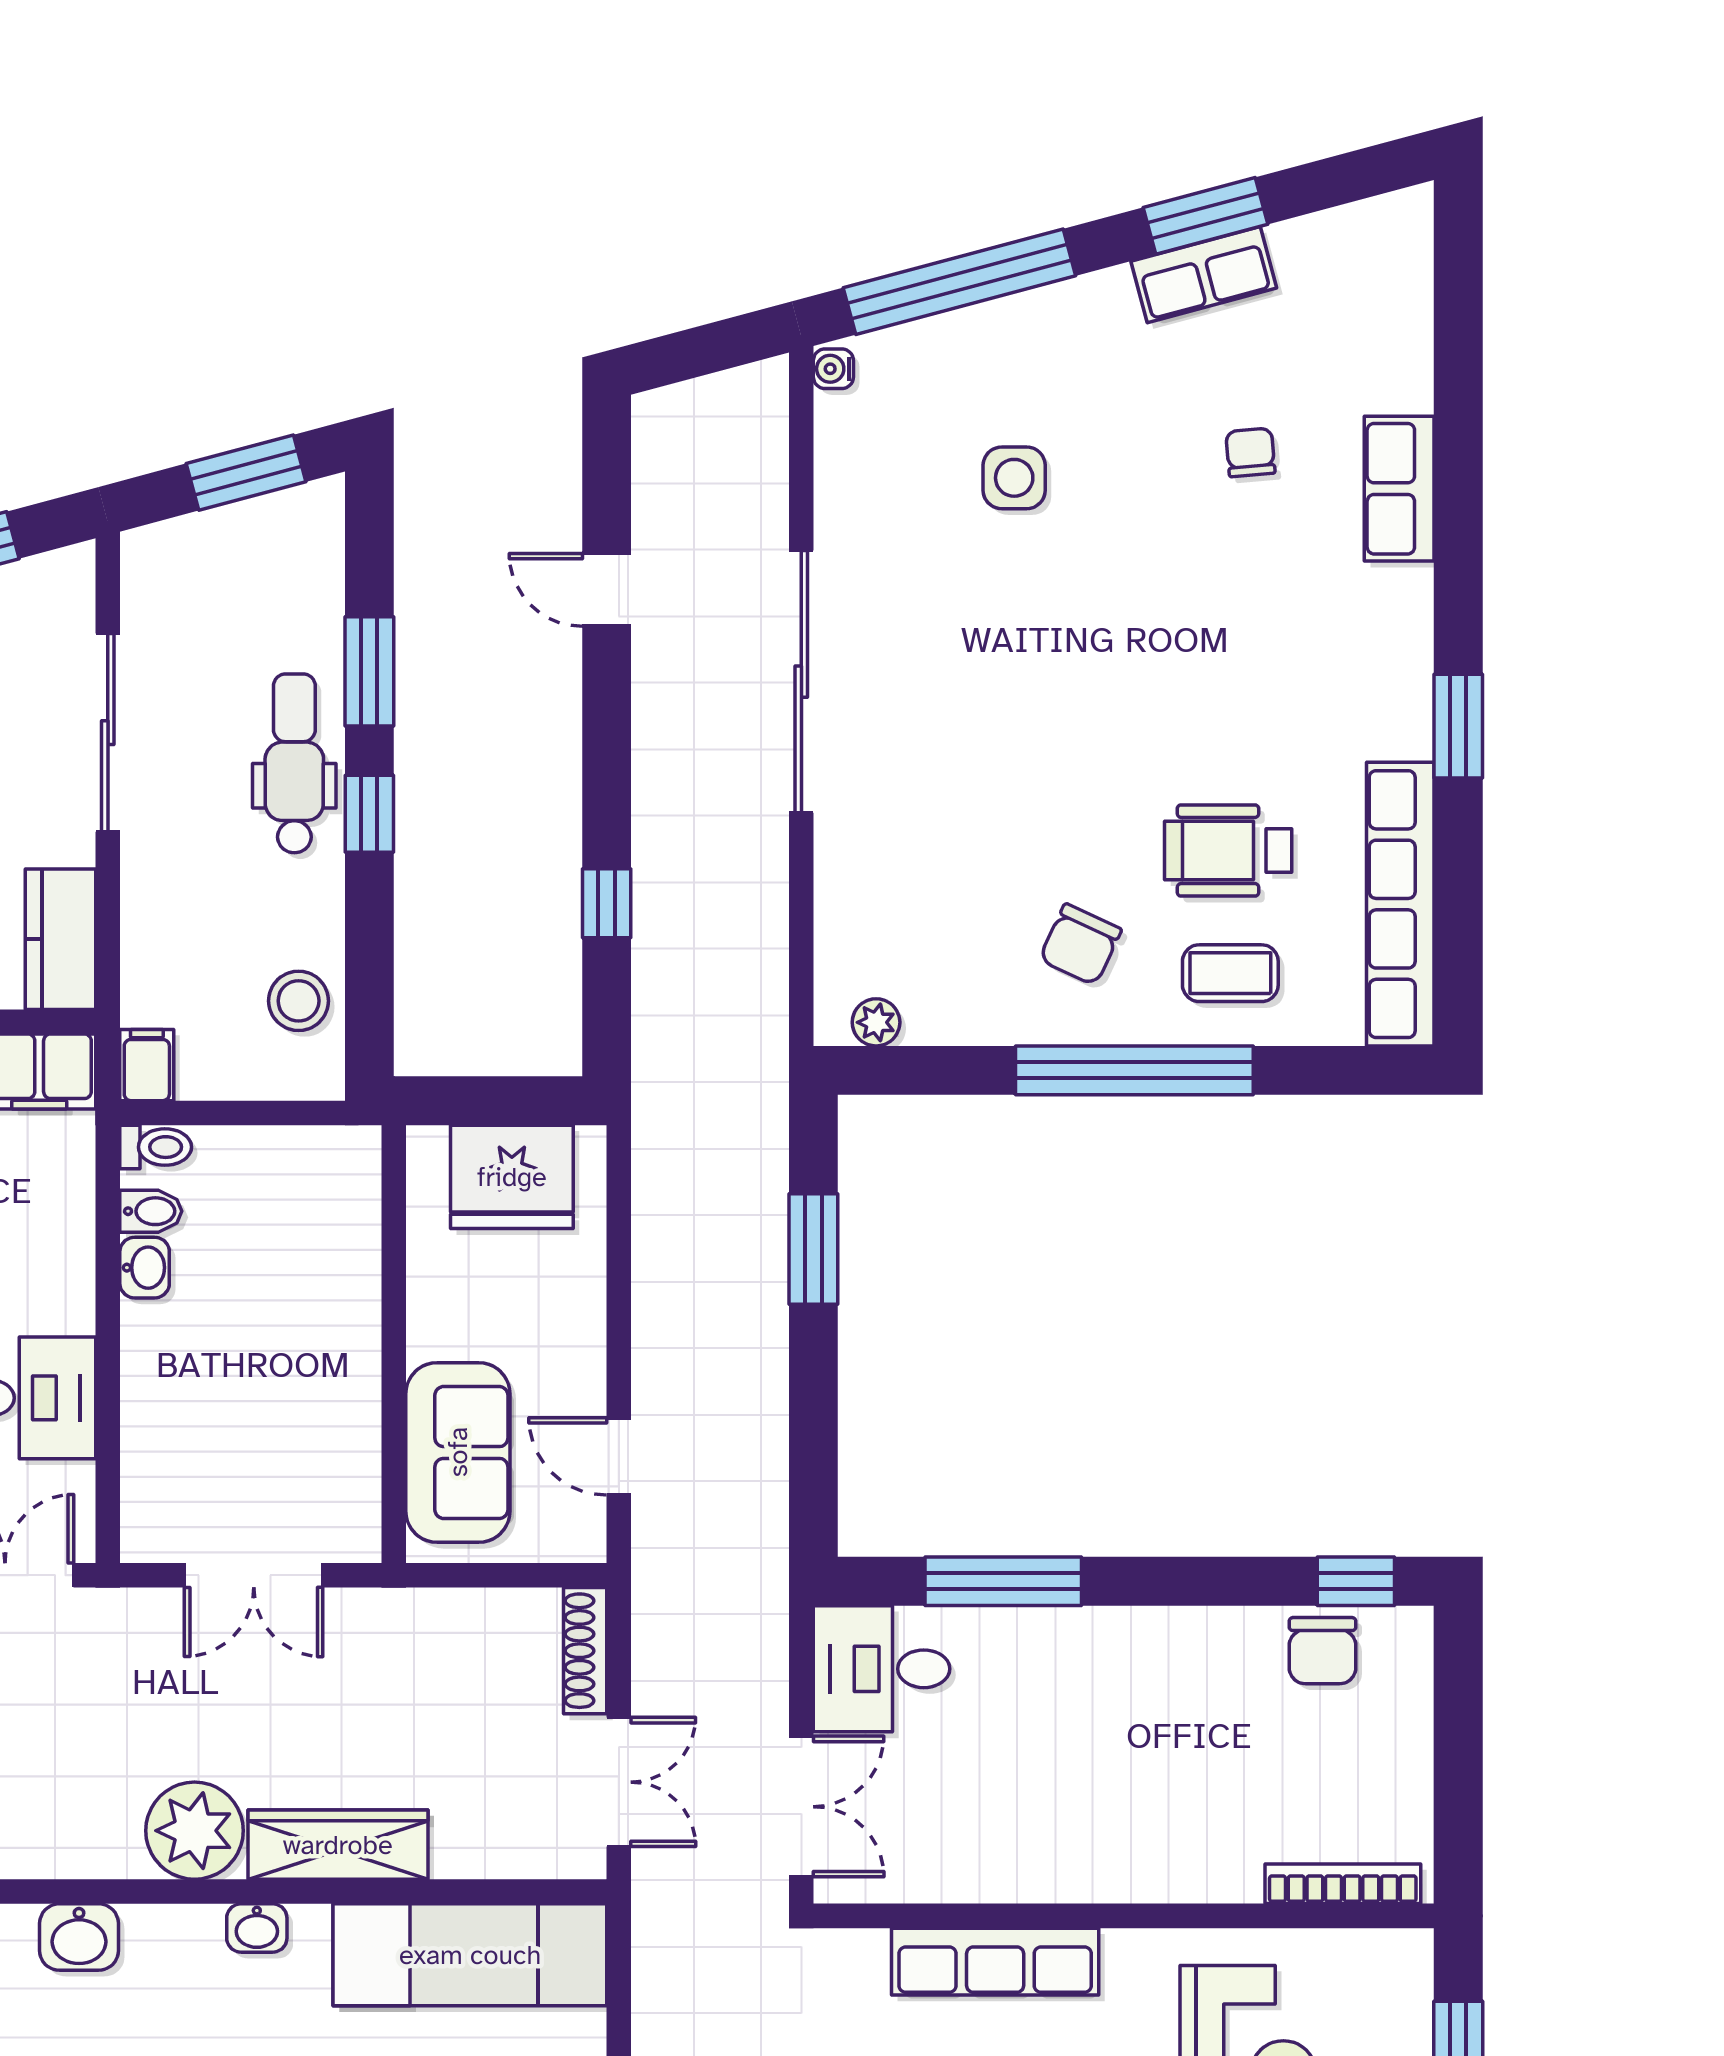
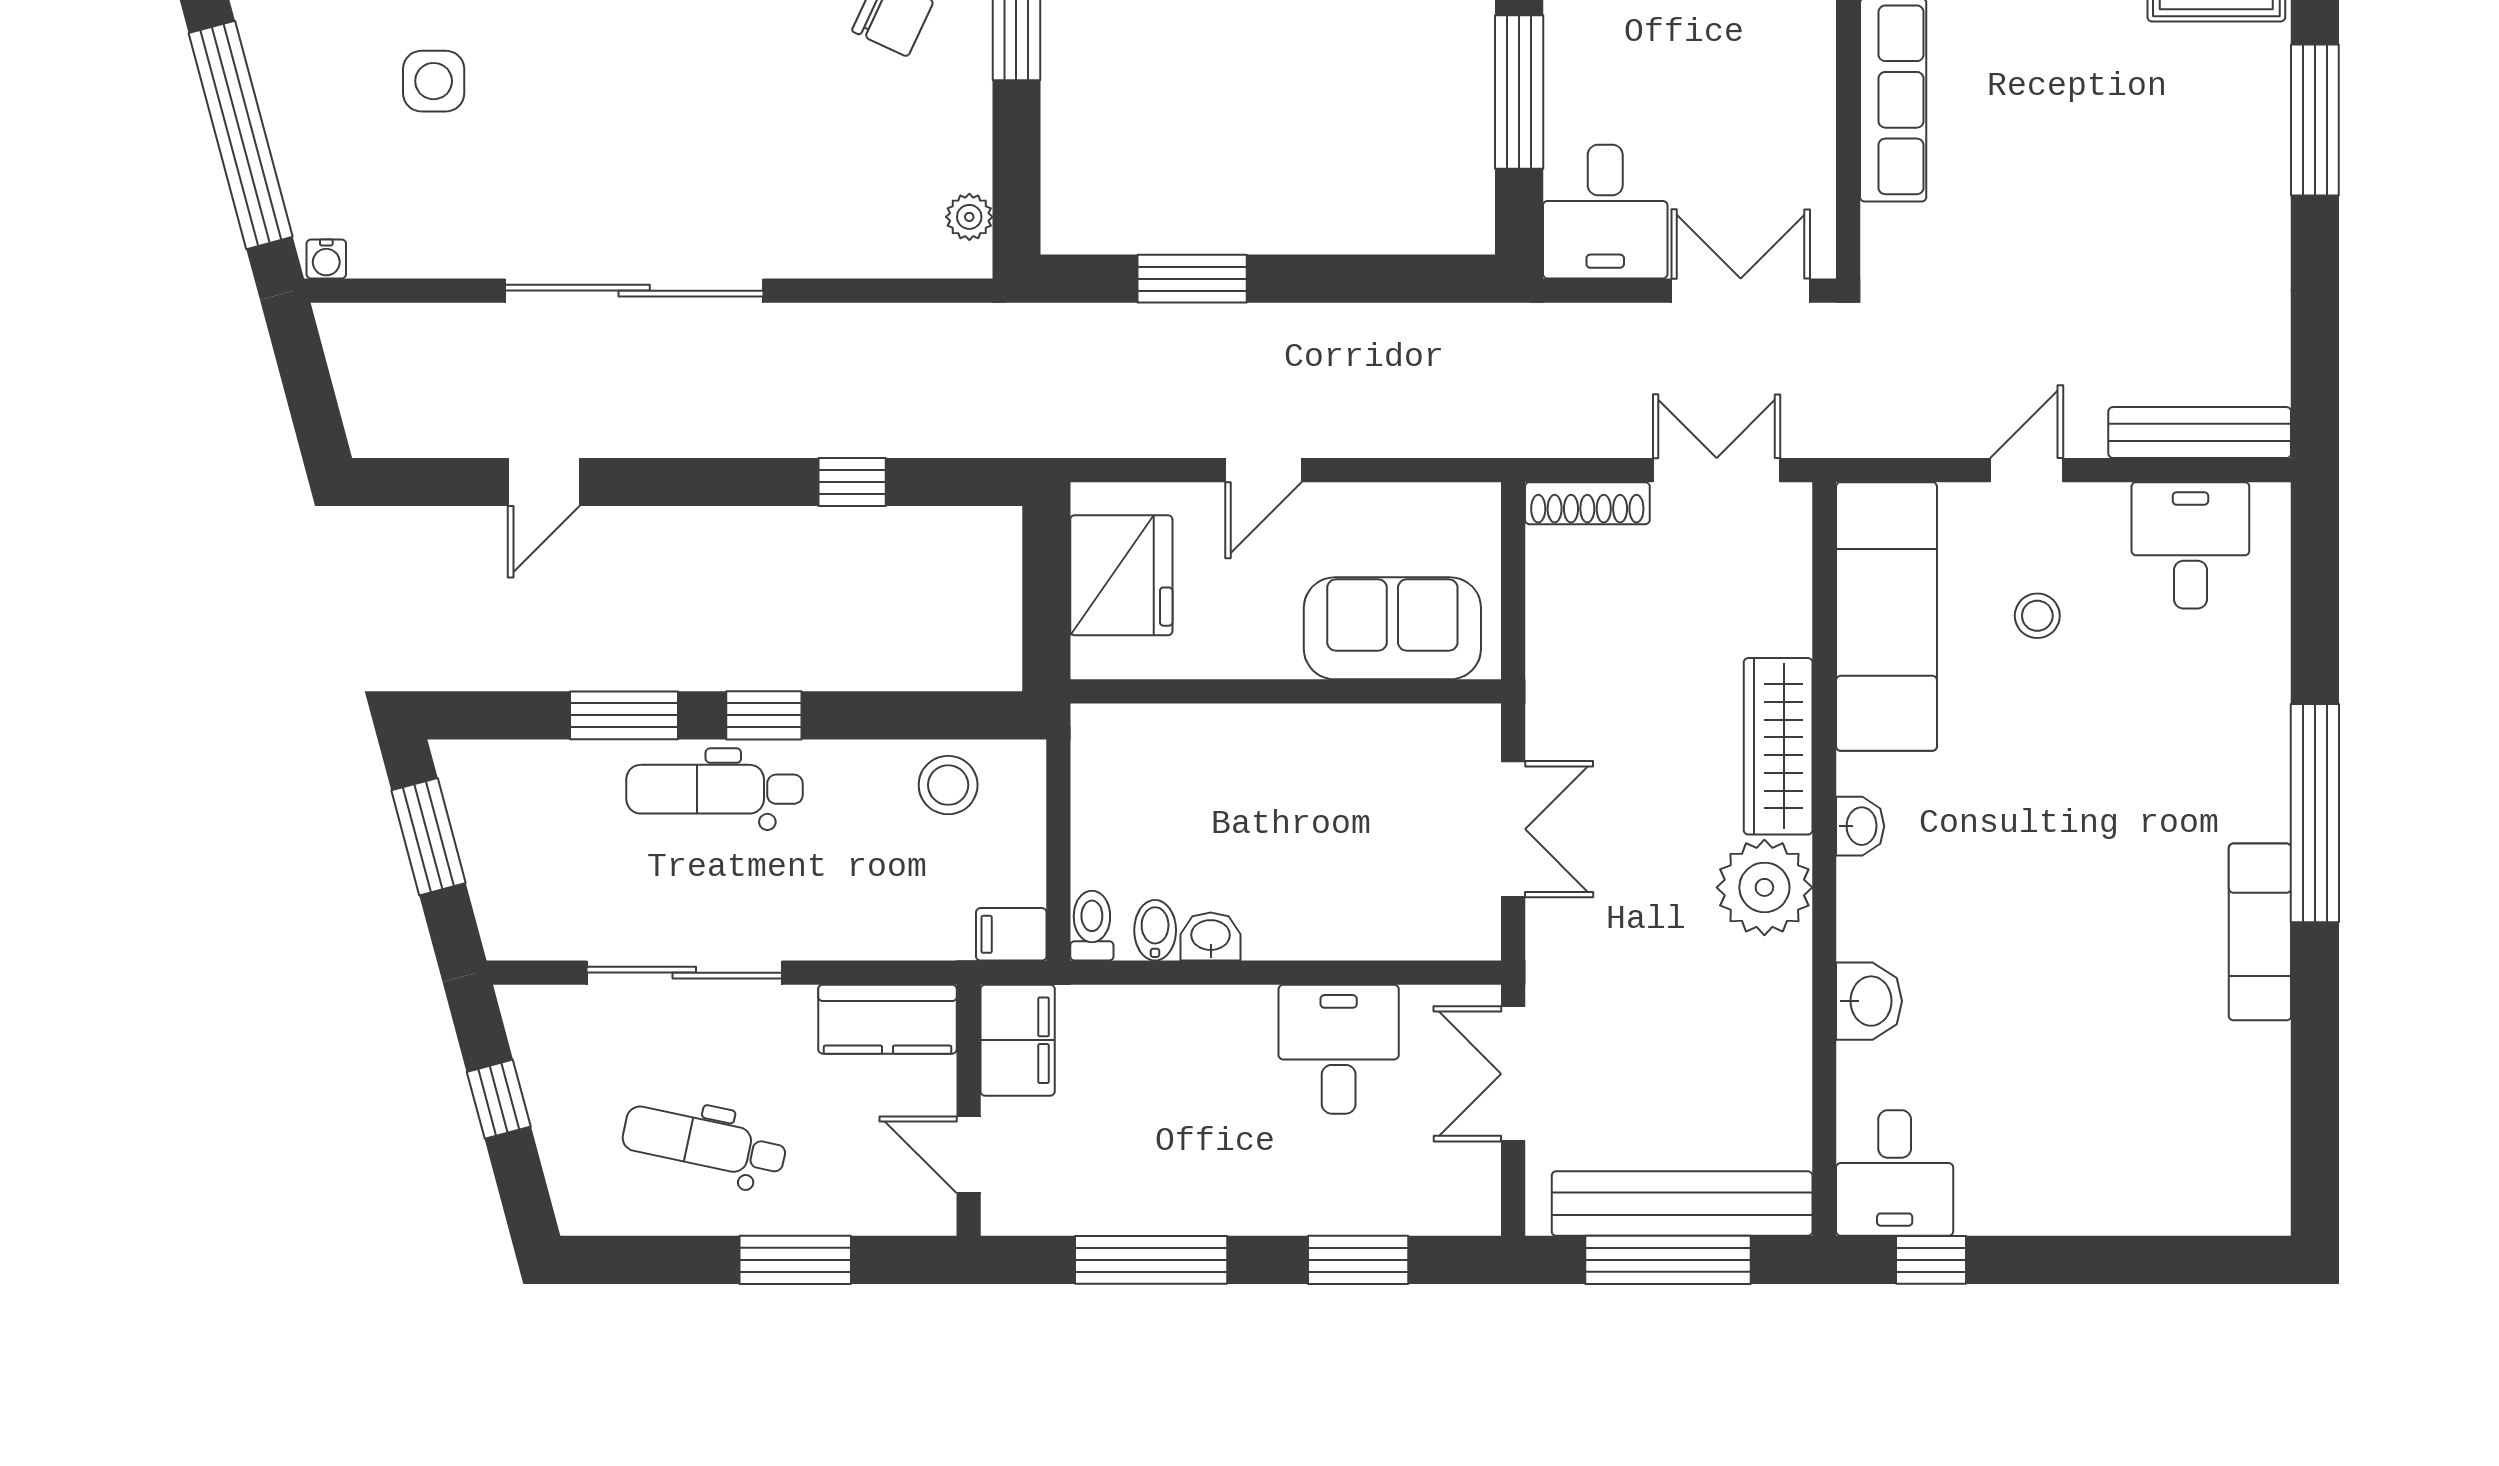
door: (619, 1456) -> (1263, 470), moved

